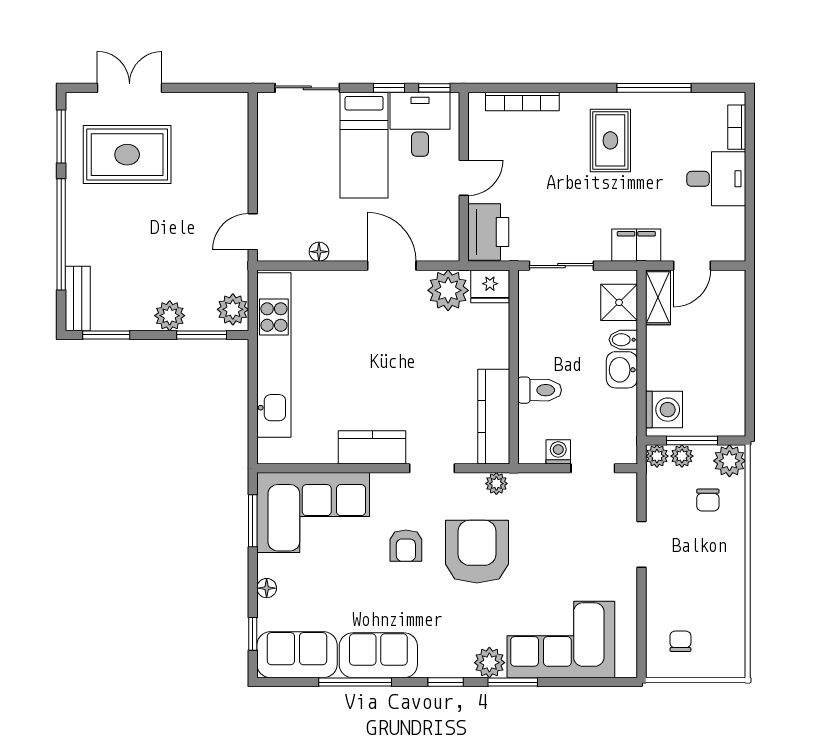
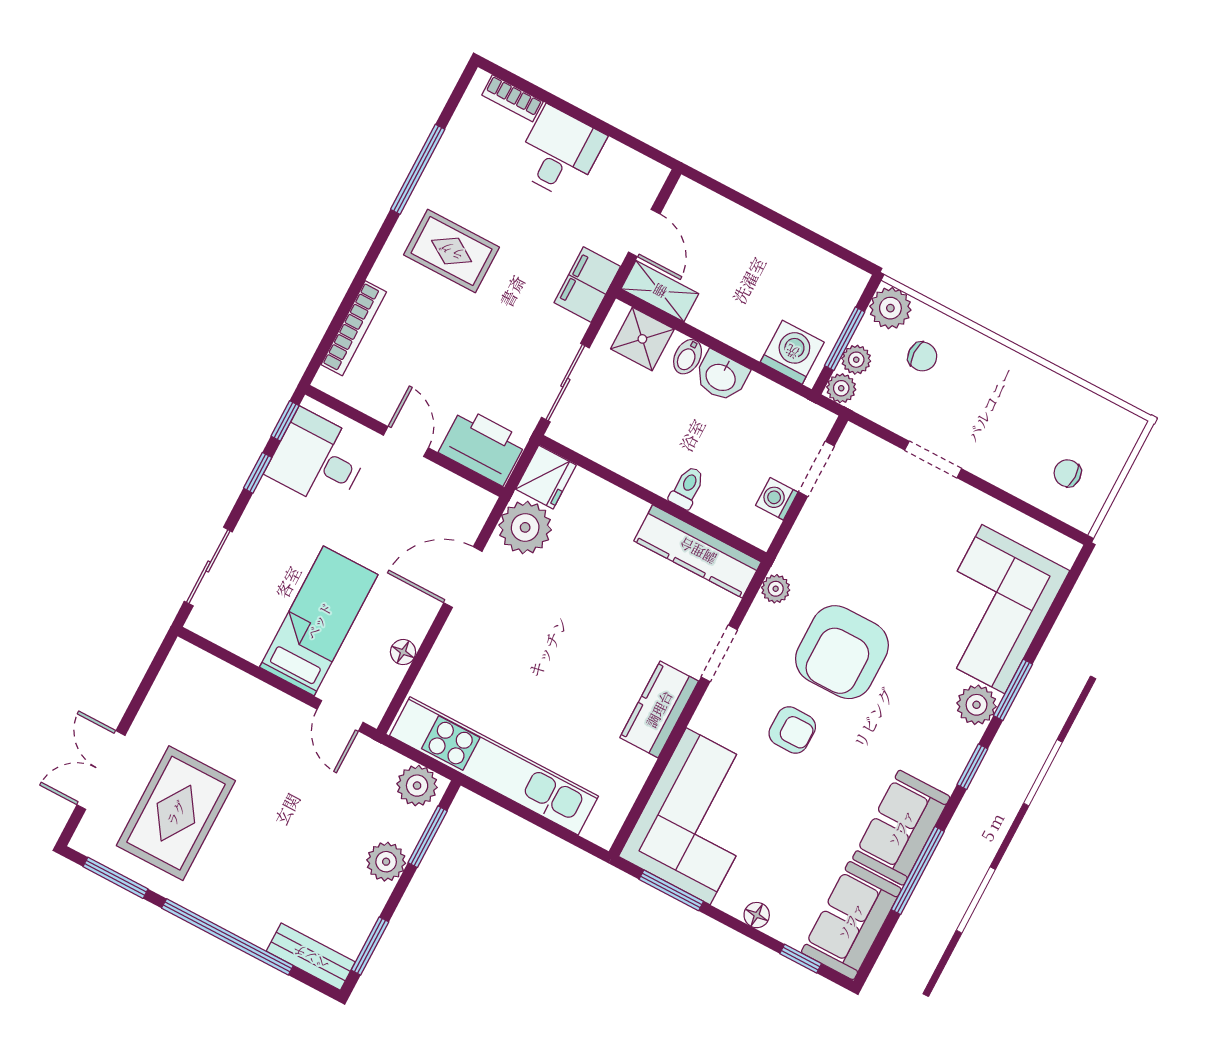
bed: (364, 145) -> (319, 621), moved, turned -90
toilet: (540, 390) -> (687, 488), width x0.73, depth x0.72
armchair: (477, 552) -> (842, 652), turned -90

